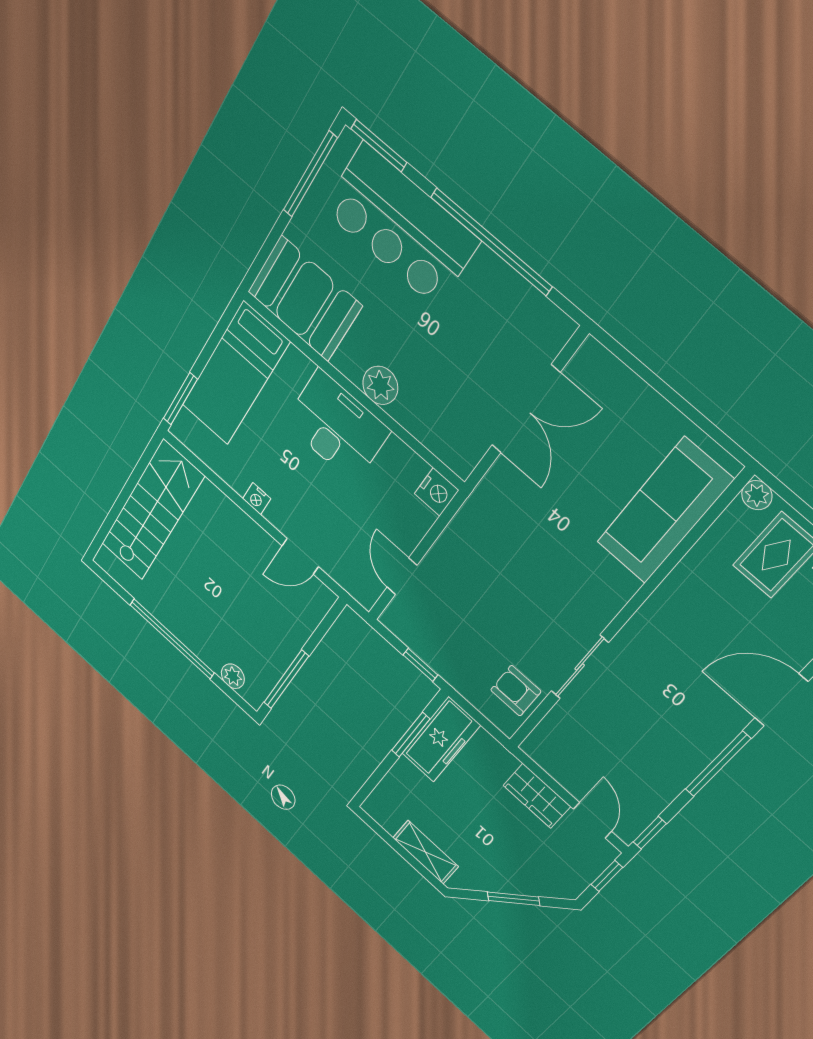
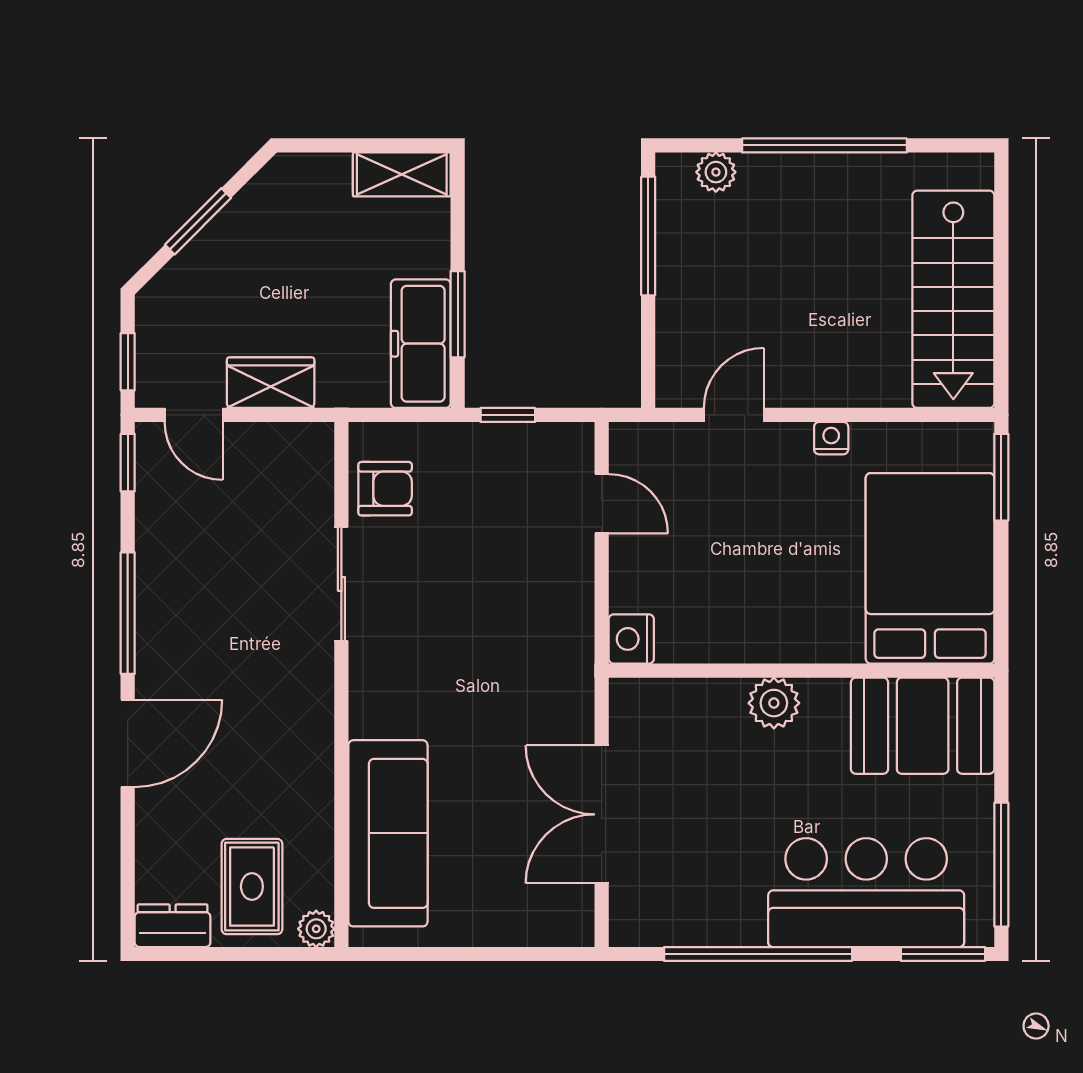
bed: (235, 374) -> (930, 568), width x1.50
desk: (337, 427) -> (792, 612), removed
shelving: (425, 852) -> (402, 174), moved

